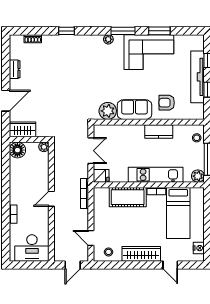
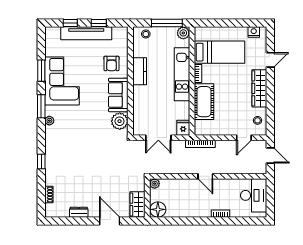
double door: (91, 151) -> (158, 138), swing flipped

